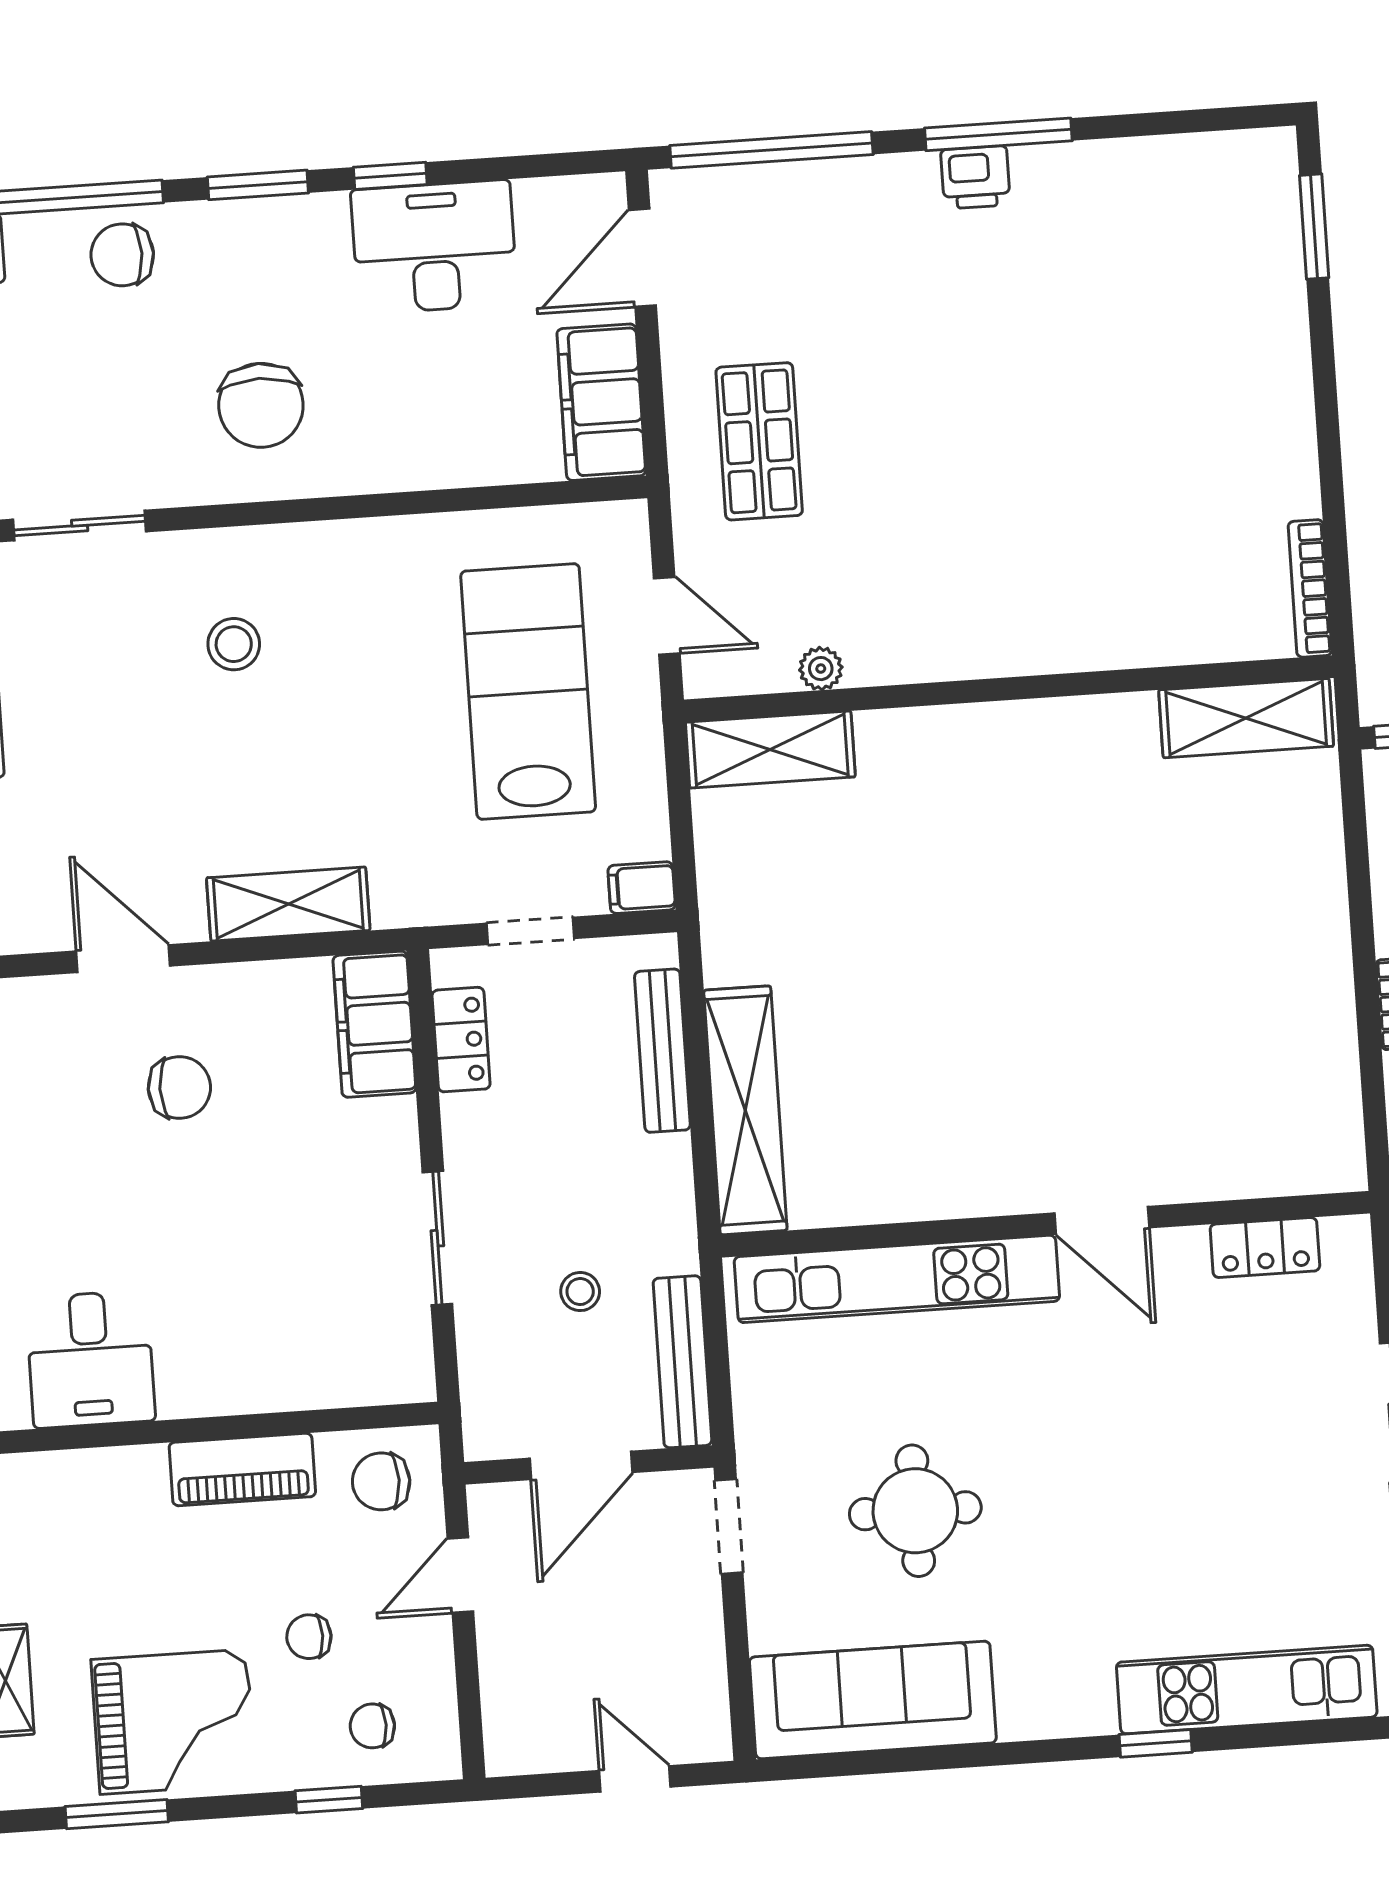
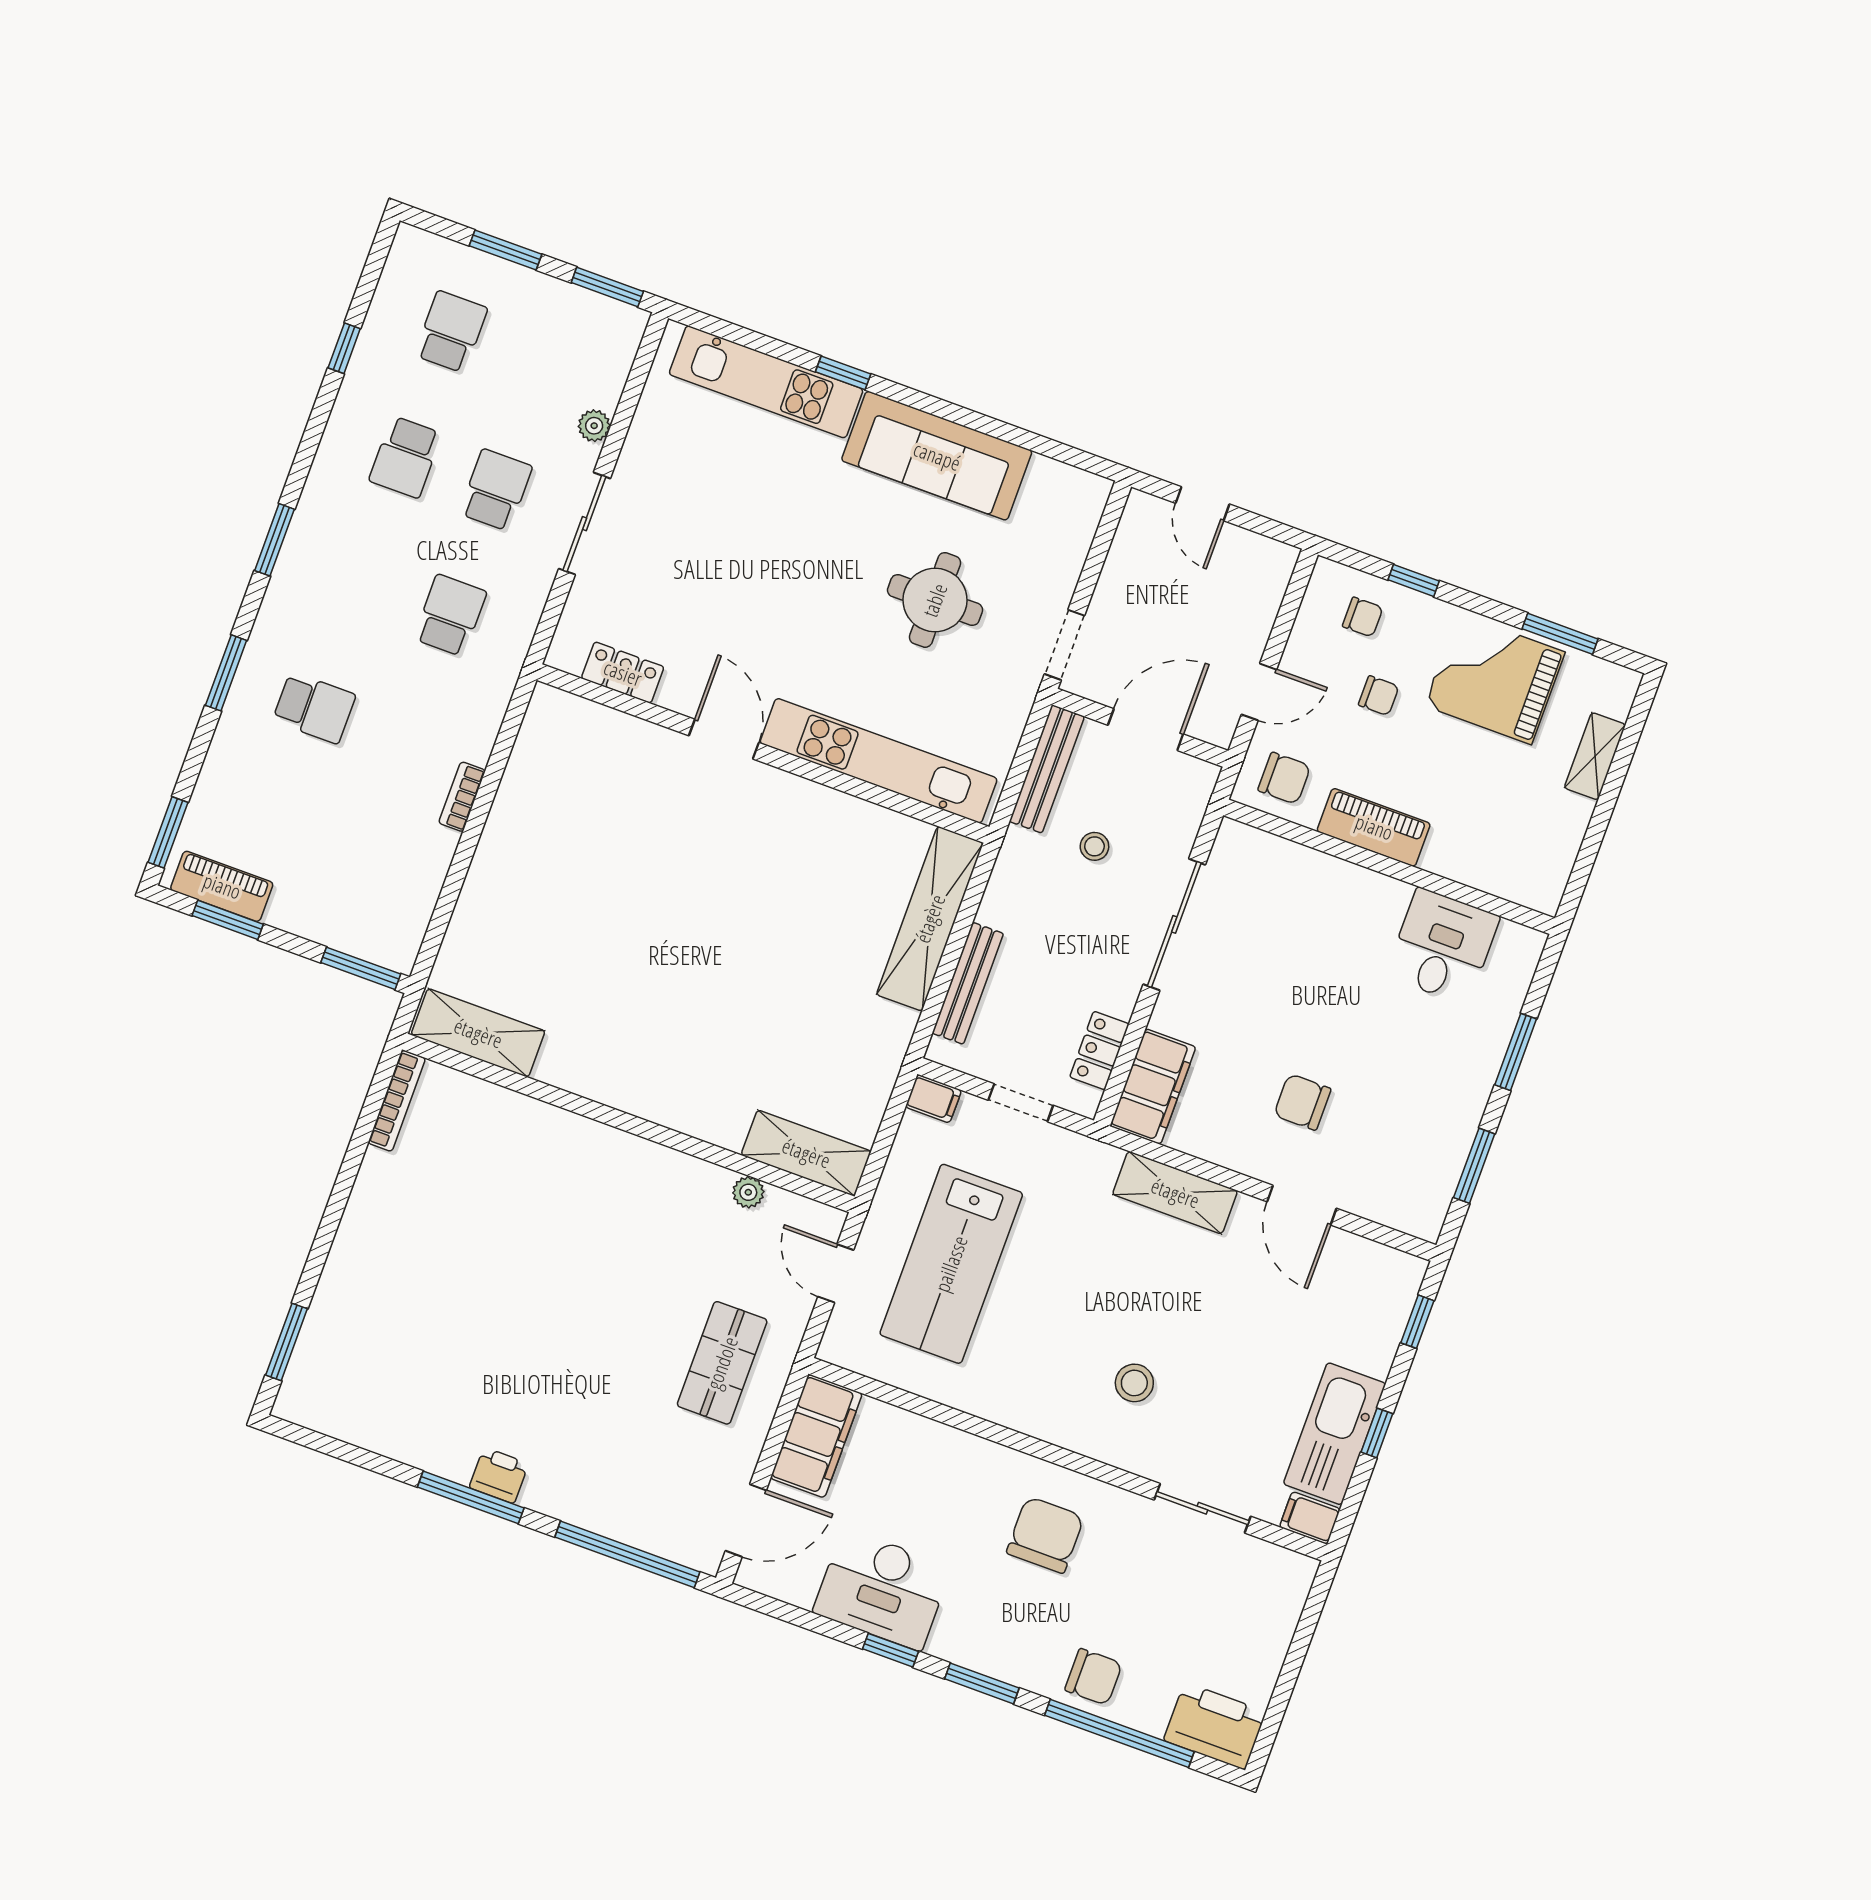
sliding door: (437, 1238) -> (1174, 924), width x1.37
sofa: (873, 1700) -> (937, 456), moved

